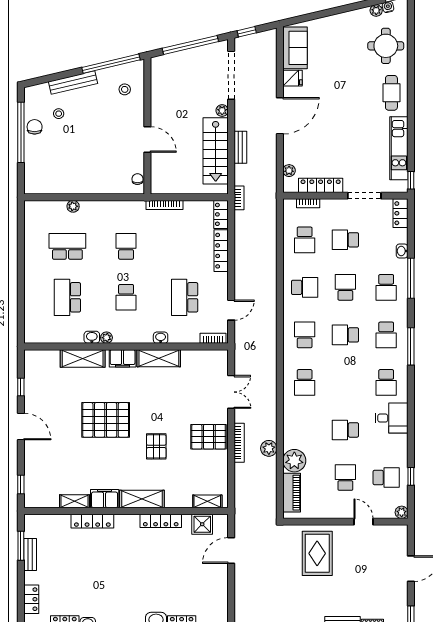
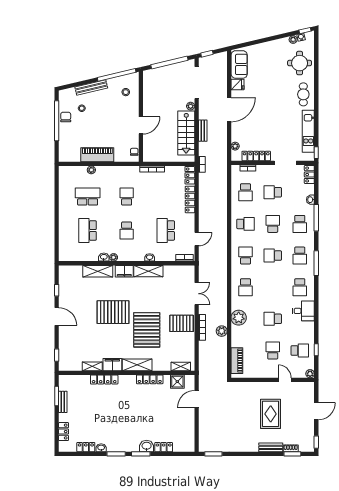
door: (147, 139) -> (141, 125), hinge flipped
piano: (82, 183) -> (97, 155), added
pallet: (156, 446) -> (147, 330), width x2.05, depth x2.00
plant: (294, 461) -> (239, 318), moved
rug: (317, 553) -> (271, 414), moved

